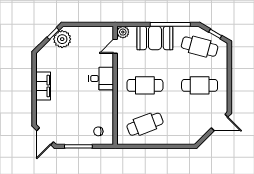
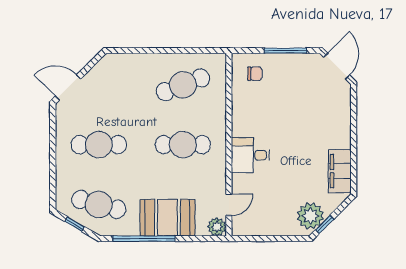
filing cabinet: (43, 86) -> (340, 171), moved

